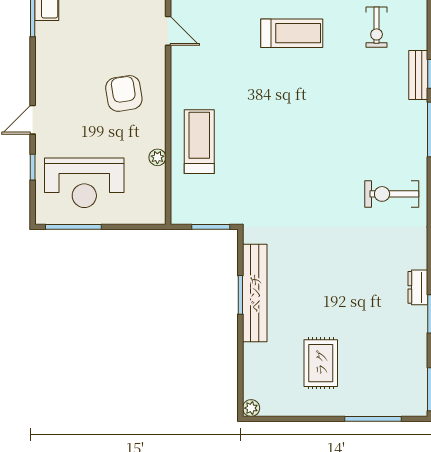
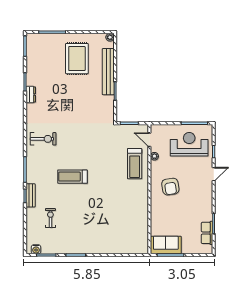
door: (168, 31) -> (149, 140), moved
treadmill: (292, 33) -> (72, 177), moved
bench: (255, 293) -> (108, 72), moved
rug: (321, 363) -> (77, 59), width x1.36, depth x1.43

